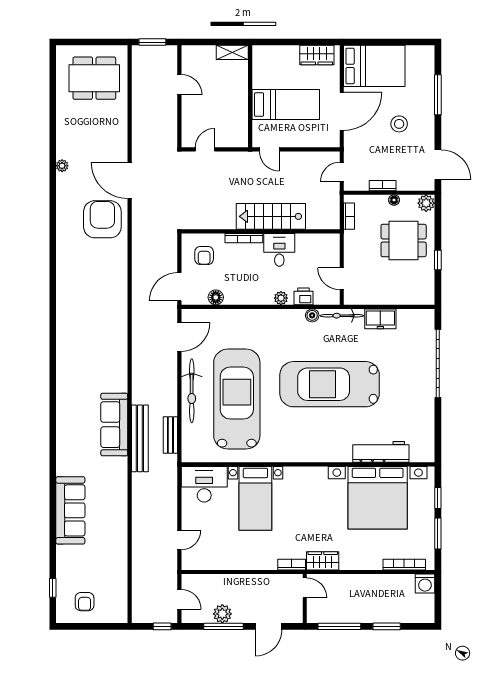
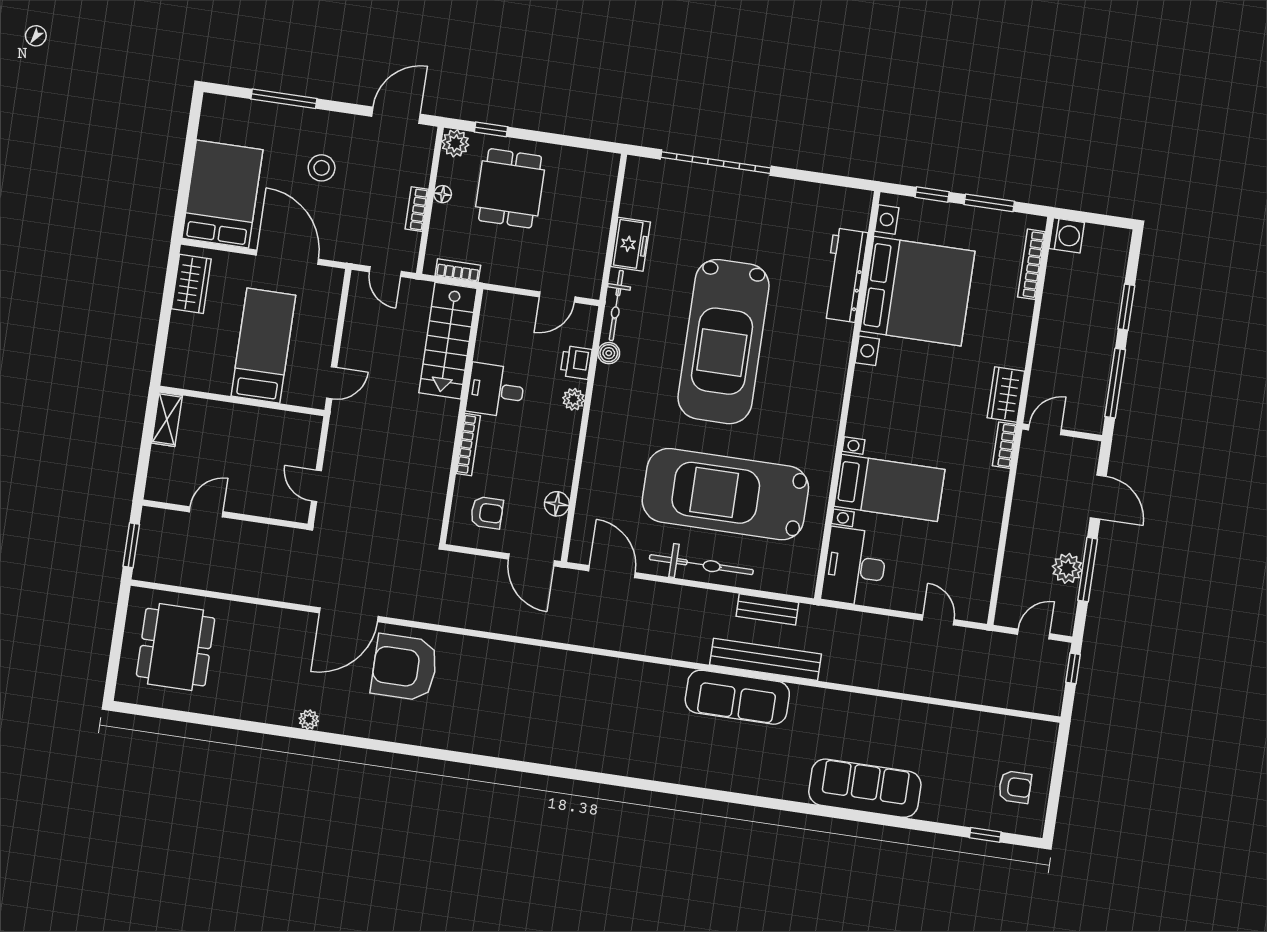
stairs: (271, 216) -> (448, 341), moved
window: (438, 260) -> (491, 129), moved

